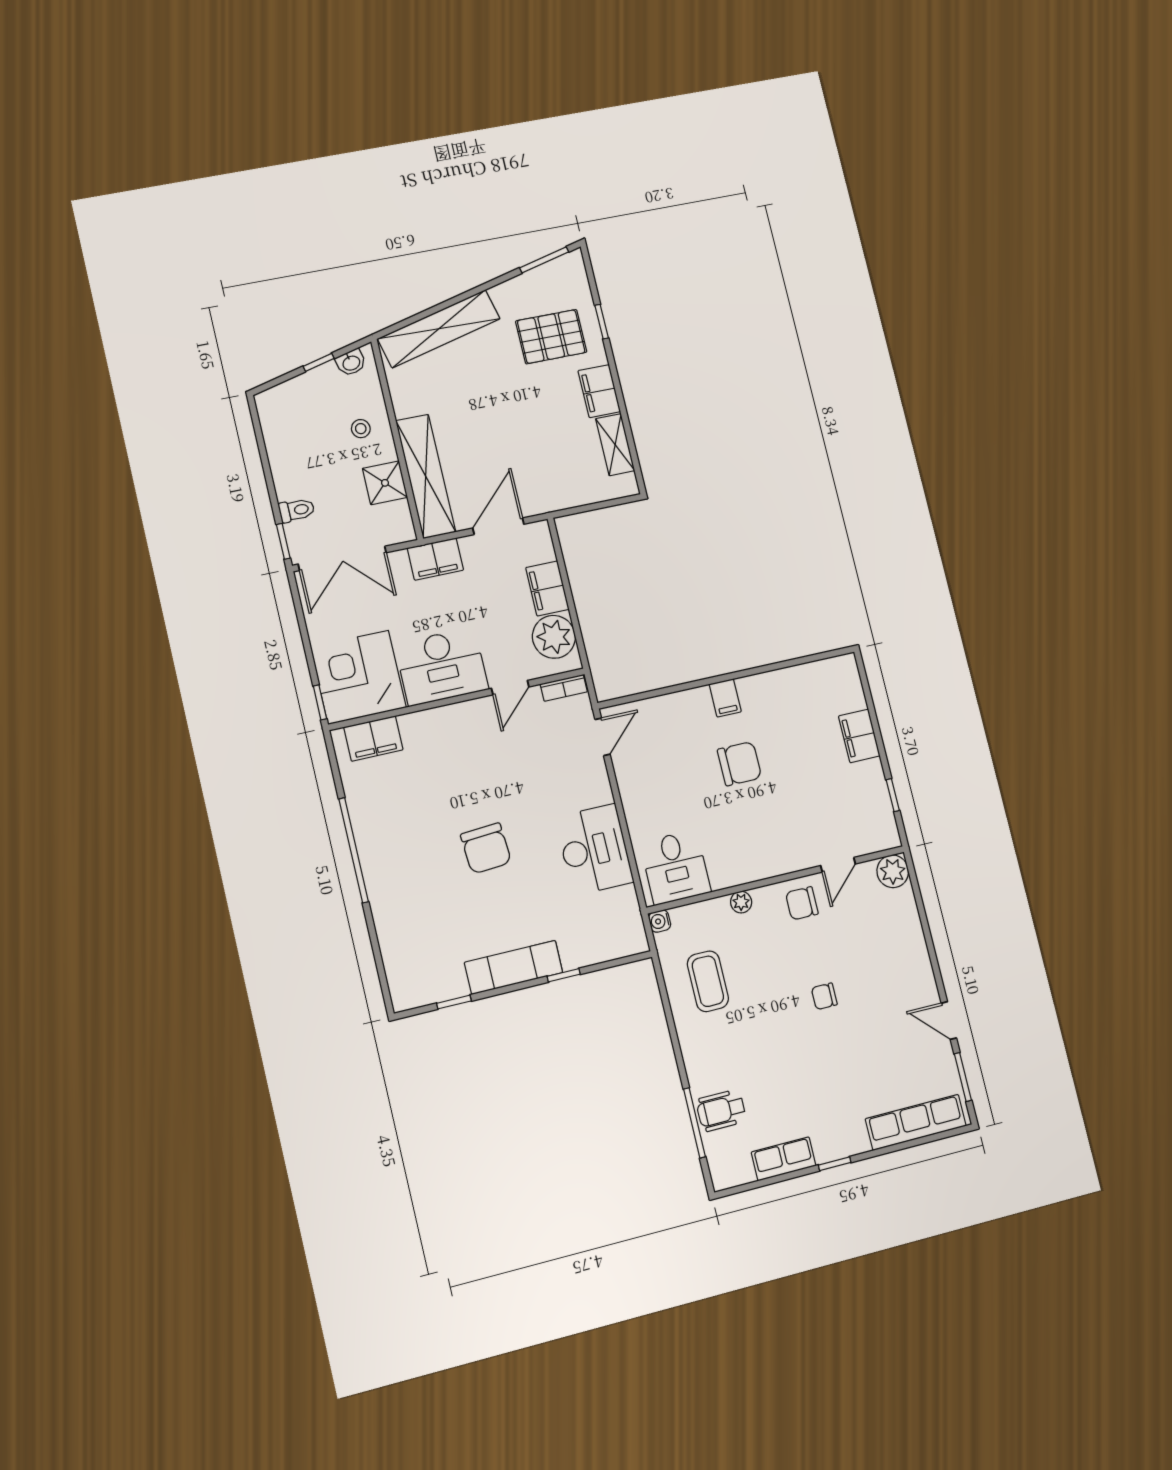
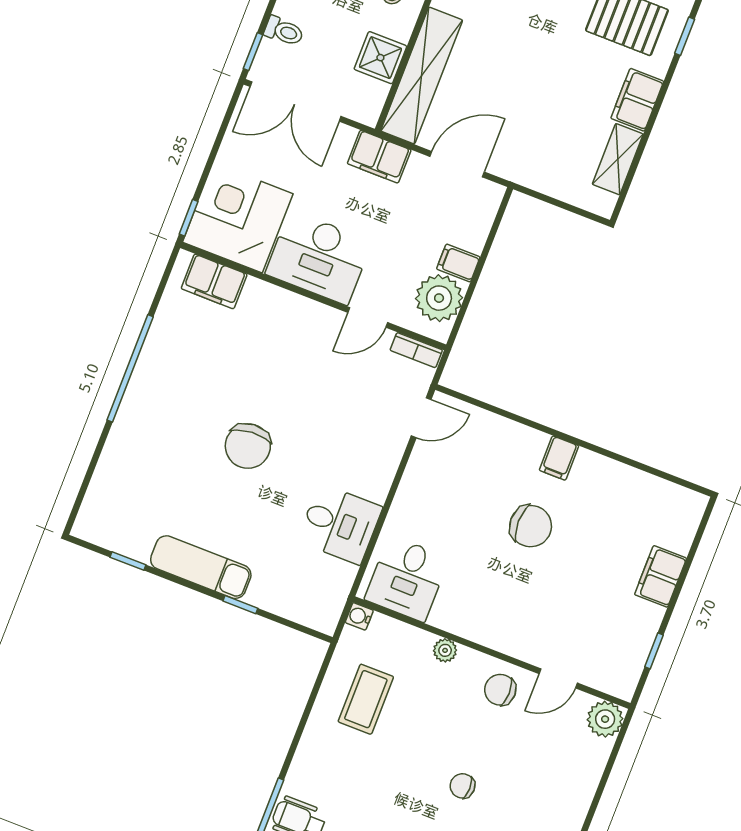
filing cabinet: (547, 588) -> (458, 263), width x0.50
desk: (594, 850) -> (340, 524), width x0.73

